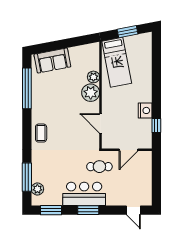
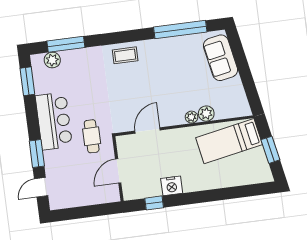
plant: (91, 93) -> (192, 117), width x0.53, depth x0.53
door: (129, 150) -> (118, 171), hinge flipped
window: (88, 210) -> (37, 153), moved

